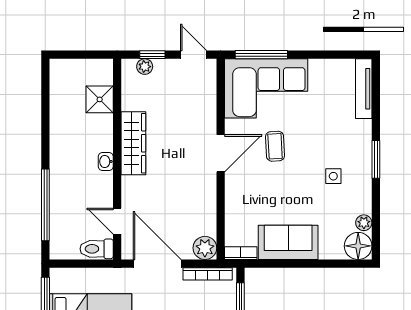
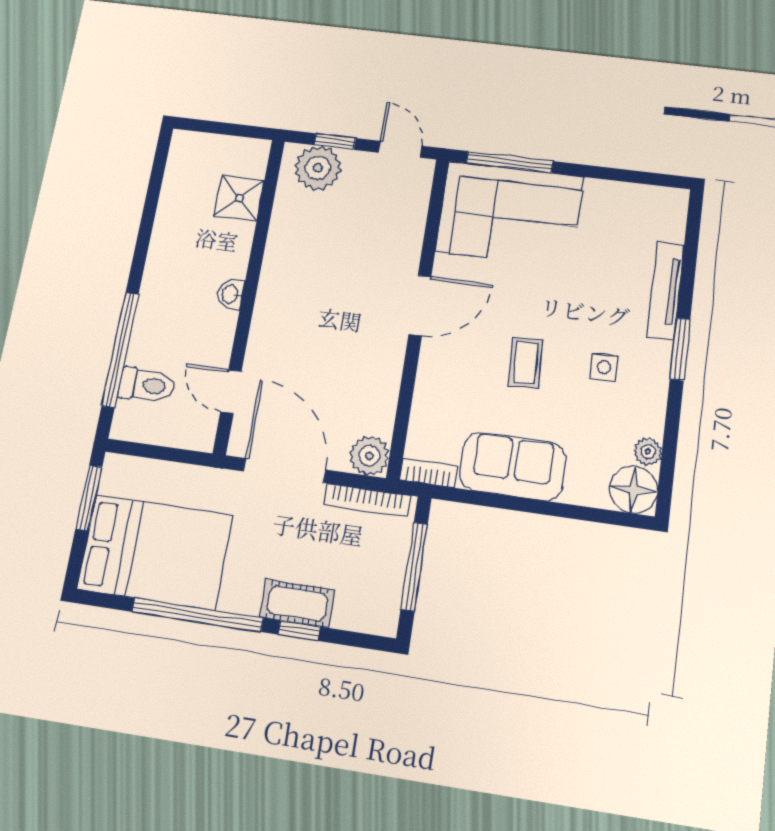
plant: (145, 67) -> (318, 168), width x1.88, depth x1.88
tv unit: (364, 89) -> (665, 291), moved
wardrobe: (133, 143) -> (280, 272), removed
coffee table: (275, 146) -> (526, 363), moved
toilet: (97, 249) -> (147, 385), moved, turned 180

